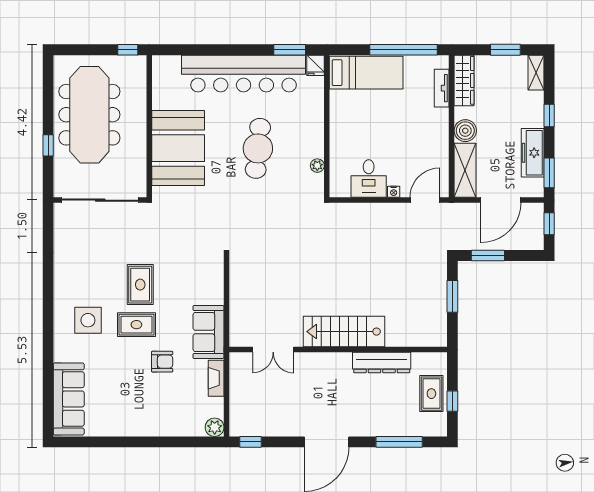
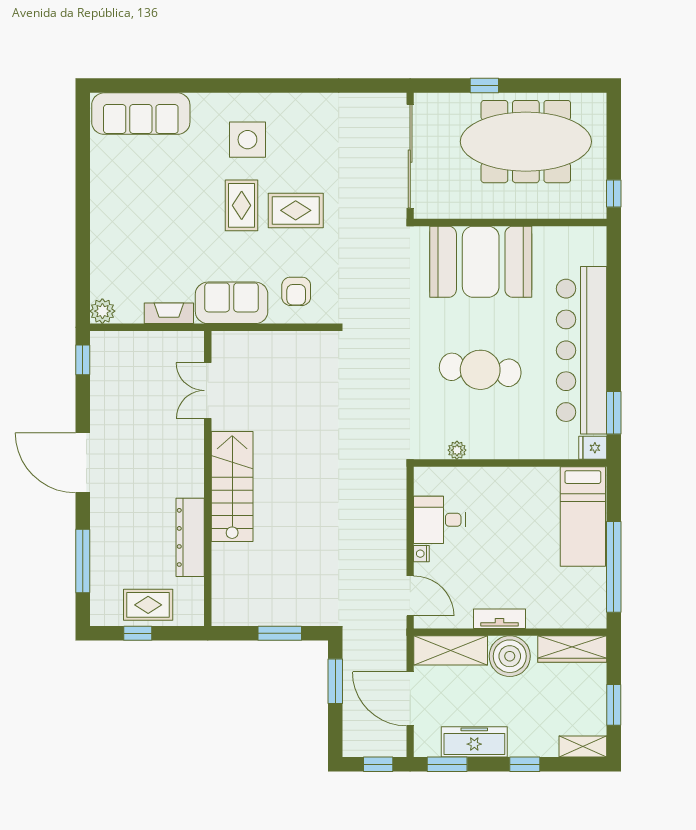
tv unit: (442, 88) -> (500, 619), moved
boiler: (465, 131) -> (510, 656), width x1.37, depth x1.37
armchair: (162, 362) -> (296, 291), moved

